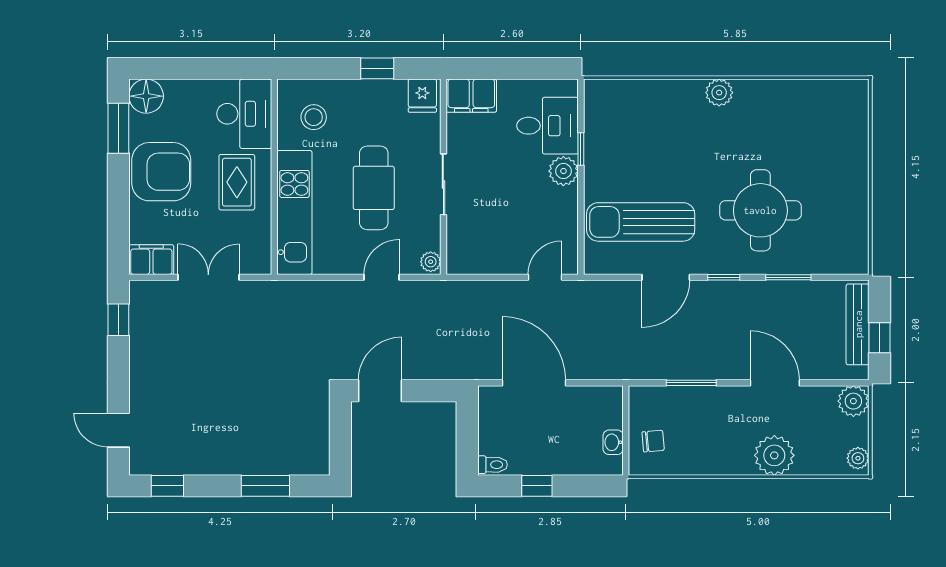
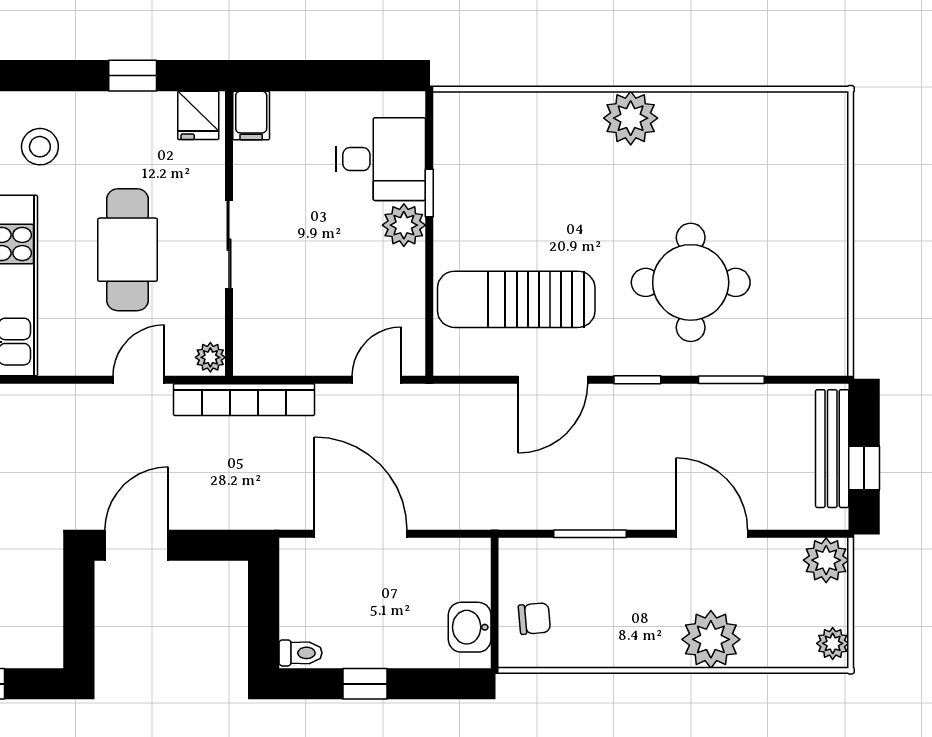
plant: (719, 93) -> (631, 118), width x1.36, depth x1.36
filing cabinet: (471, 96) -> (251, 115), width x0.50
bookcase: (454, 291) -> (244, 400), added
washbasin: (613, 442) -> (470, 627), width x1.38, depth x1.45

